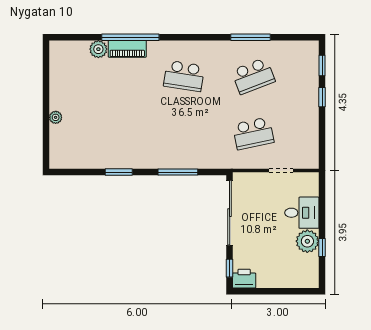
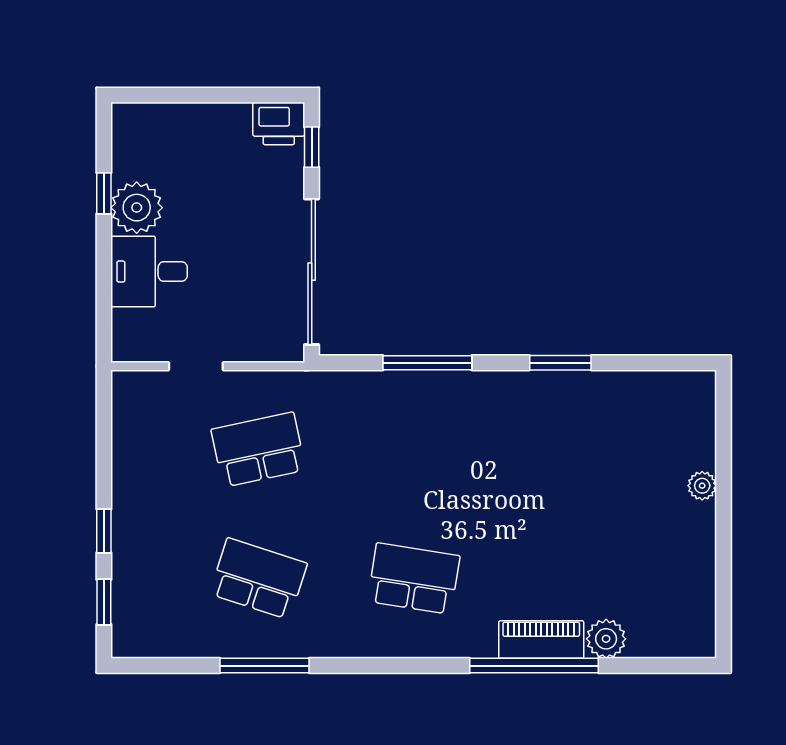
school desk: (253, 76) -> (258, 579), turned 39

